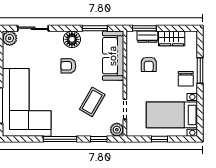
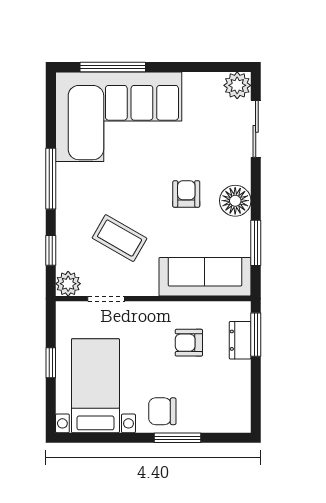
wardrobe: (172, 38) -> (237, 385), removed

